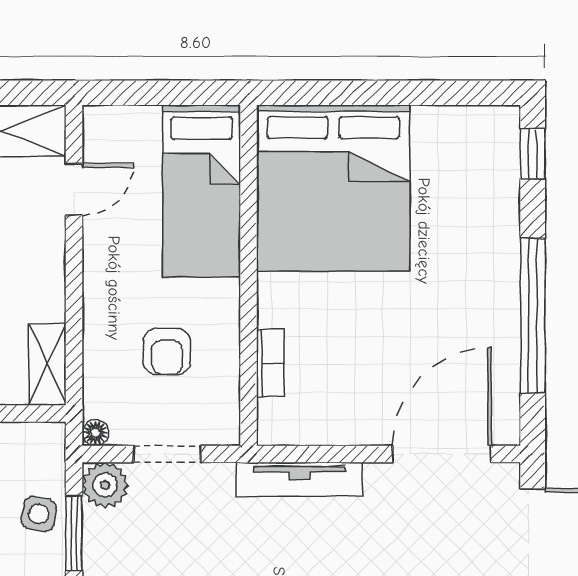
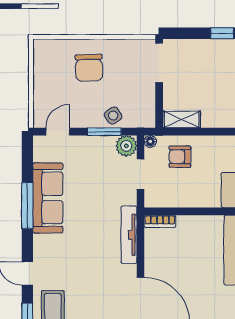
armchair: (167, 352) -> (180, 157), moved
bookcase: (270, 363) -> (160, 221), moved
side table: (39, 514) -> (113, 116), turned 45

